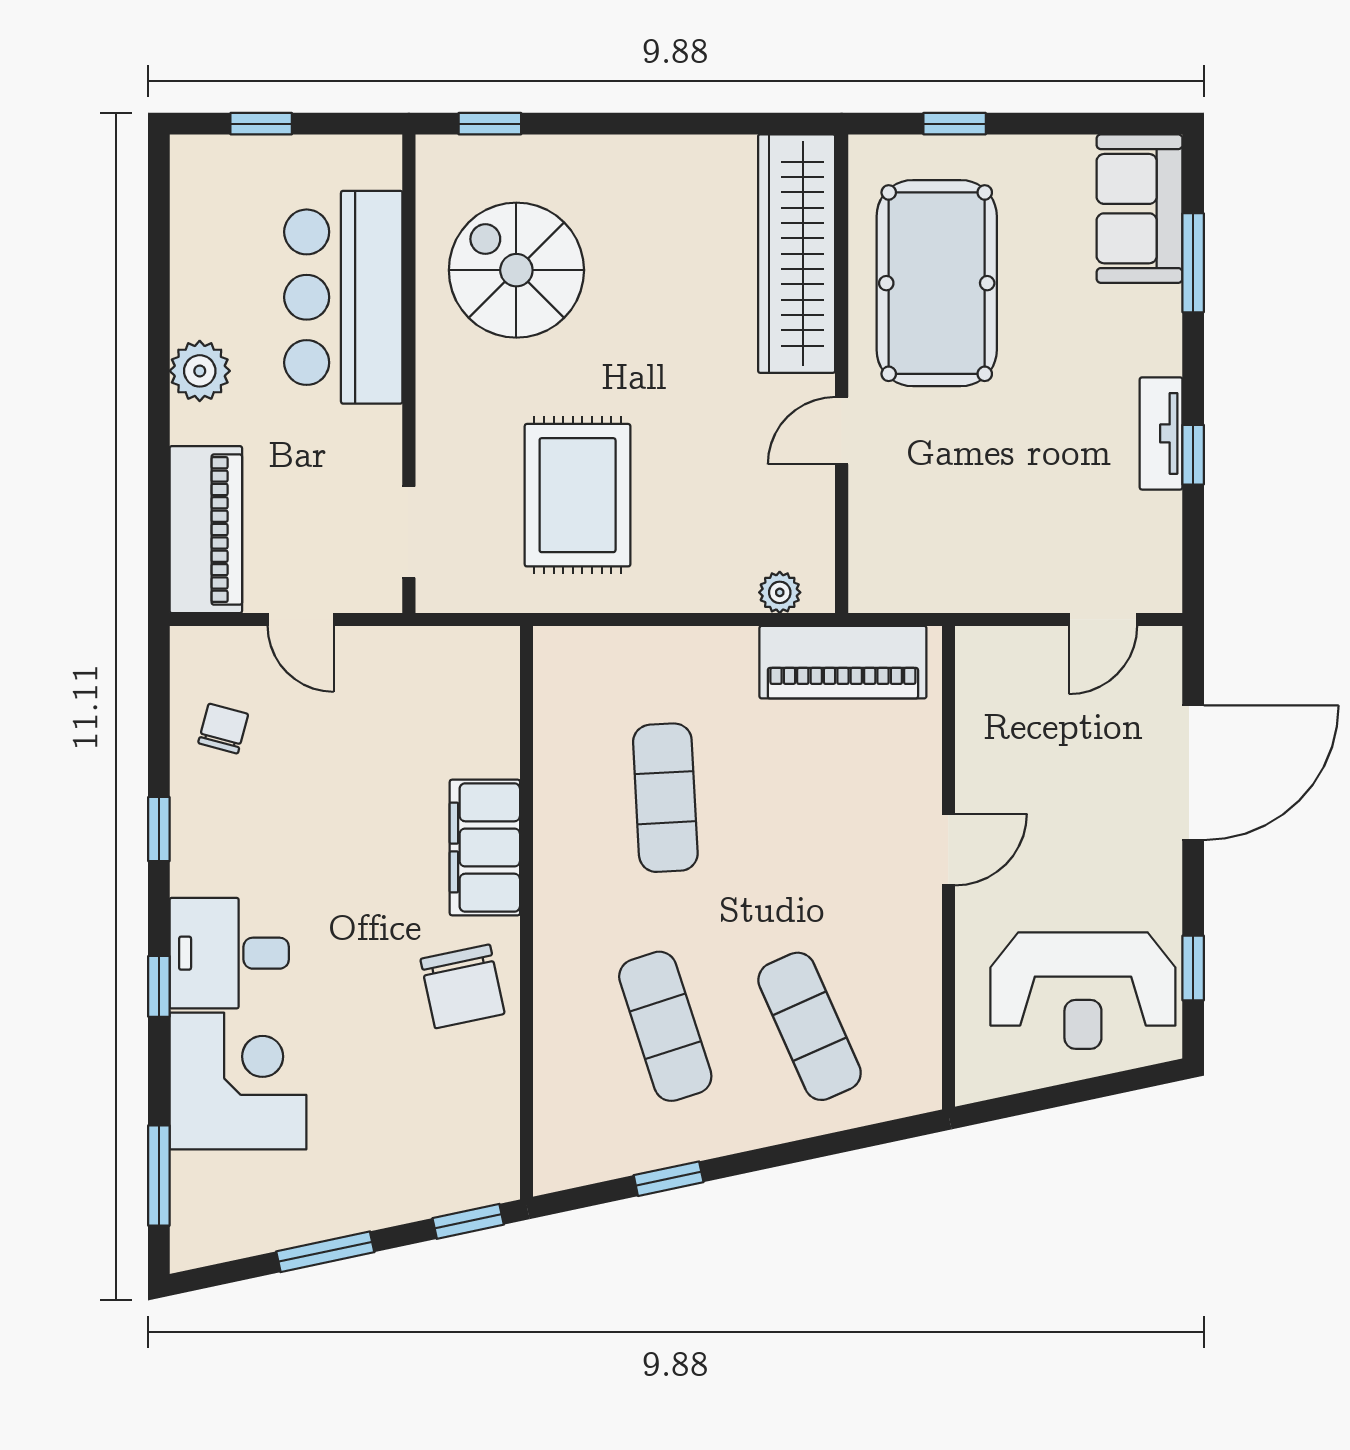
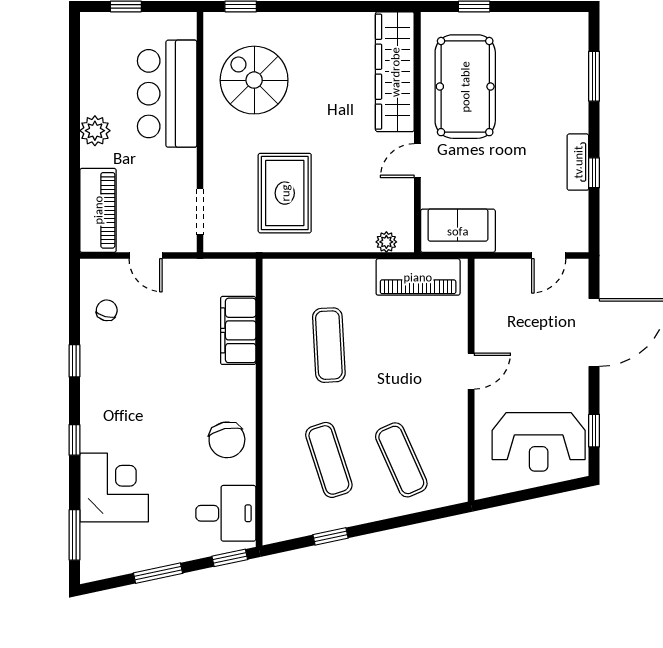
sofa: (1140, 209) -> (458, 231), moved, turned 90
filing cabinet: (485, 847) -> (238, 330), moved
desk: (229, 953) -> (226, 513), moved, turned 180

